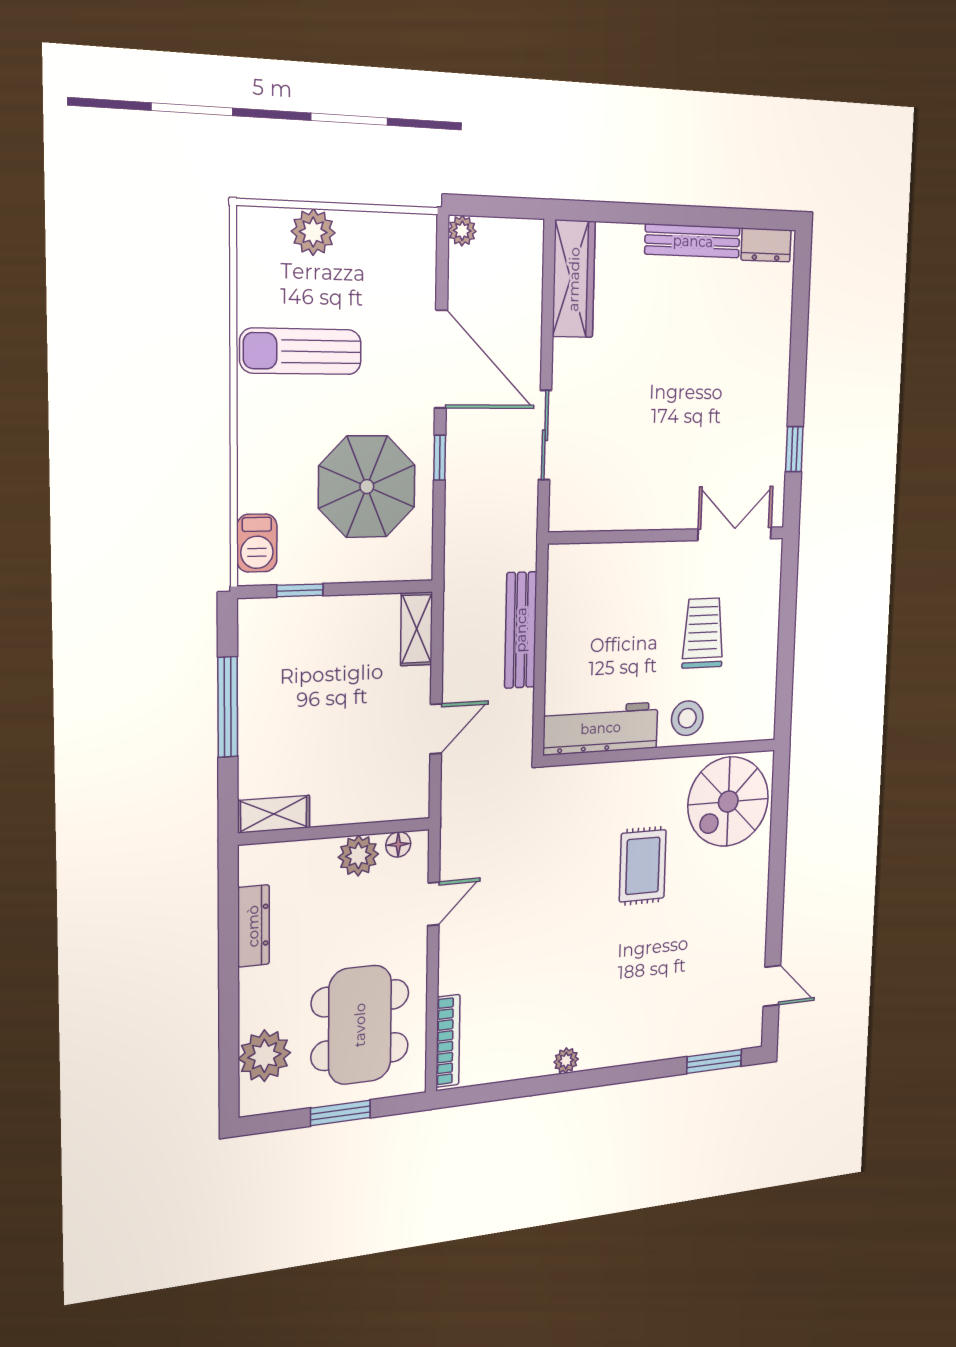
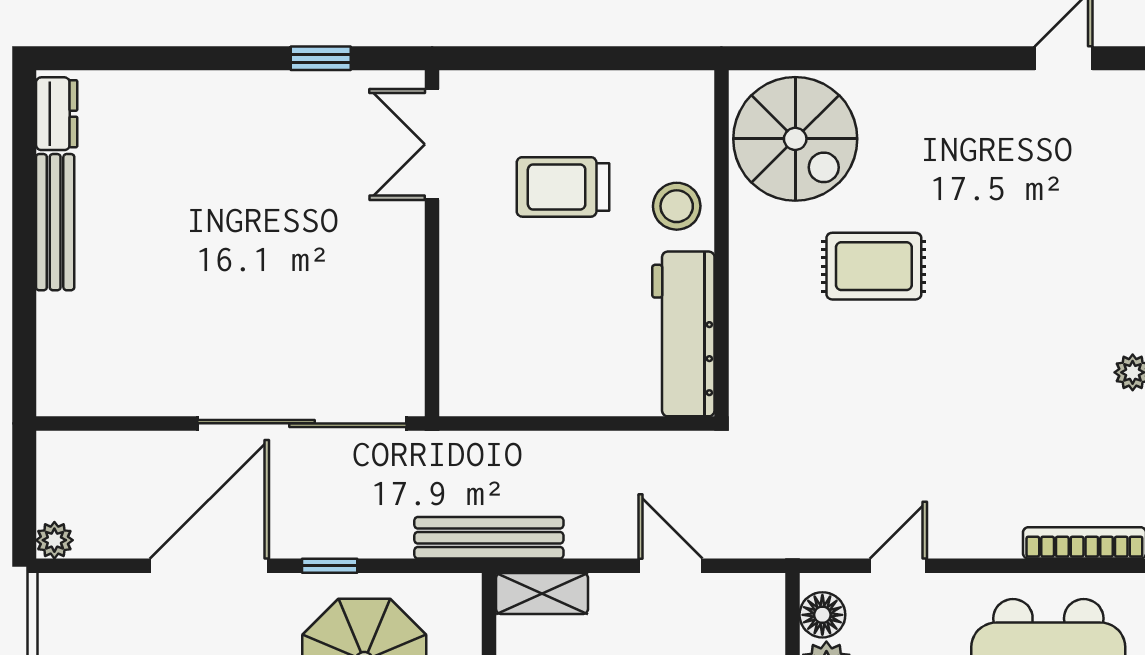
wardrobe: (574, 279) -> (108, 389), removed
sliding door: (545, 435) -> (302, 423), width x1.86
bench: (521, 630) -> (489, 538), moved
floor lamp: (398, 844) -> (822, 615), width x1.37, depth x1.37
door: (434, 904) -> (898, 566), hinge flipped

